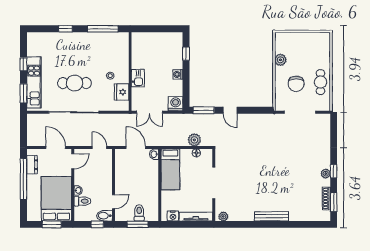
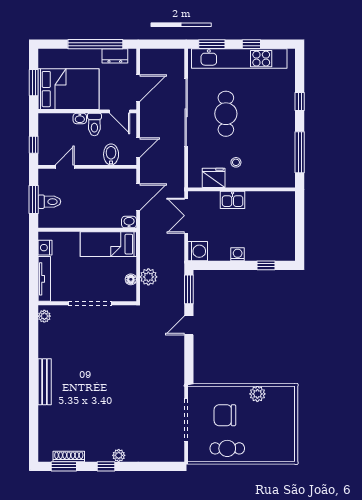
kitchen unit: (34, 83) -> (239, 59), width x1.36
plant: (326, 174) -> (119, 455), moved
toilet: (82, 201) -> (94, 124), moved
door: (114, 202) -> (65, 167), swing flipped
bidet: (104, 216) -> (111, 154), moved

